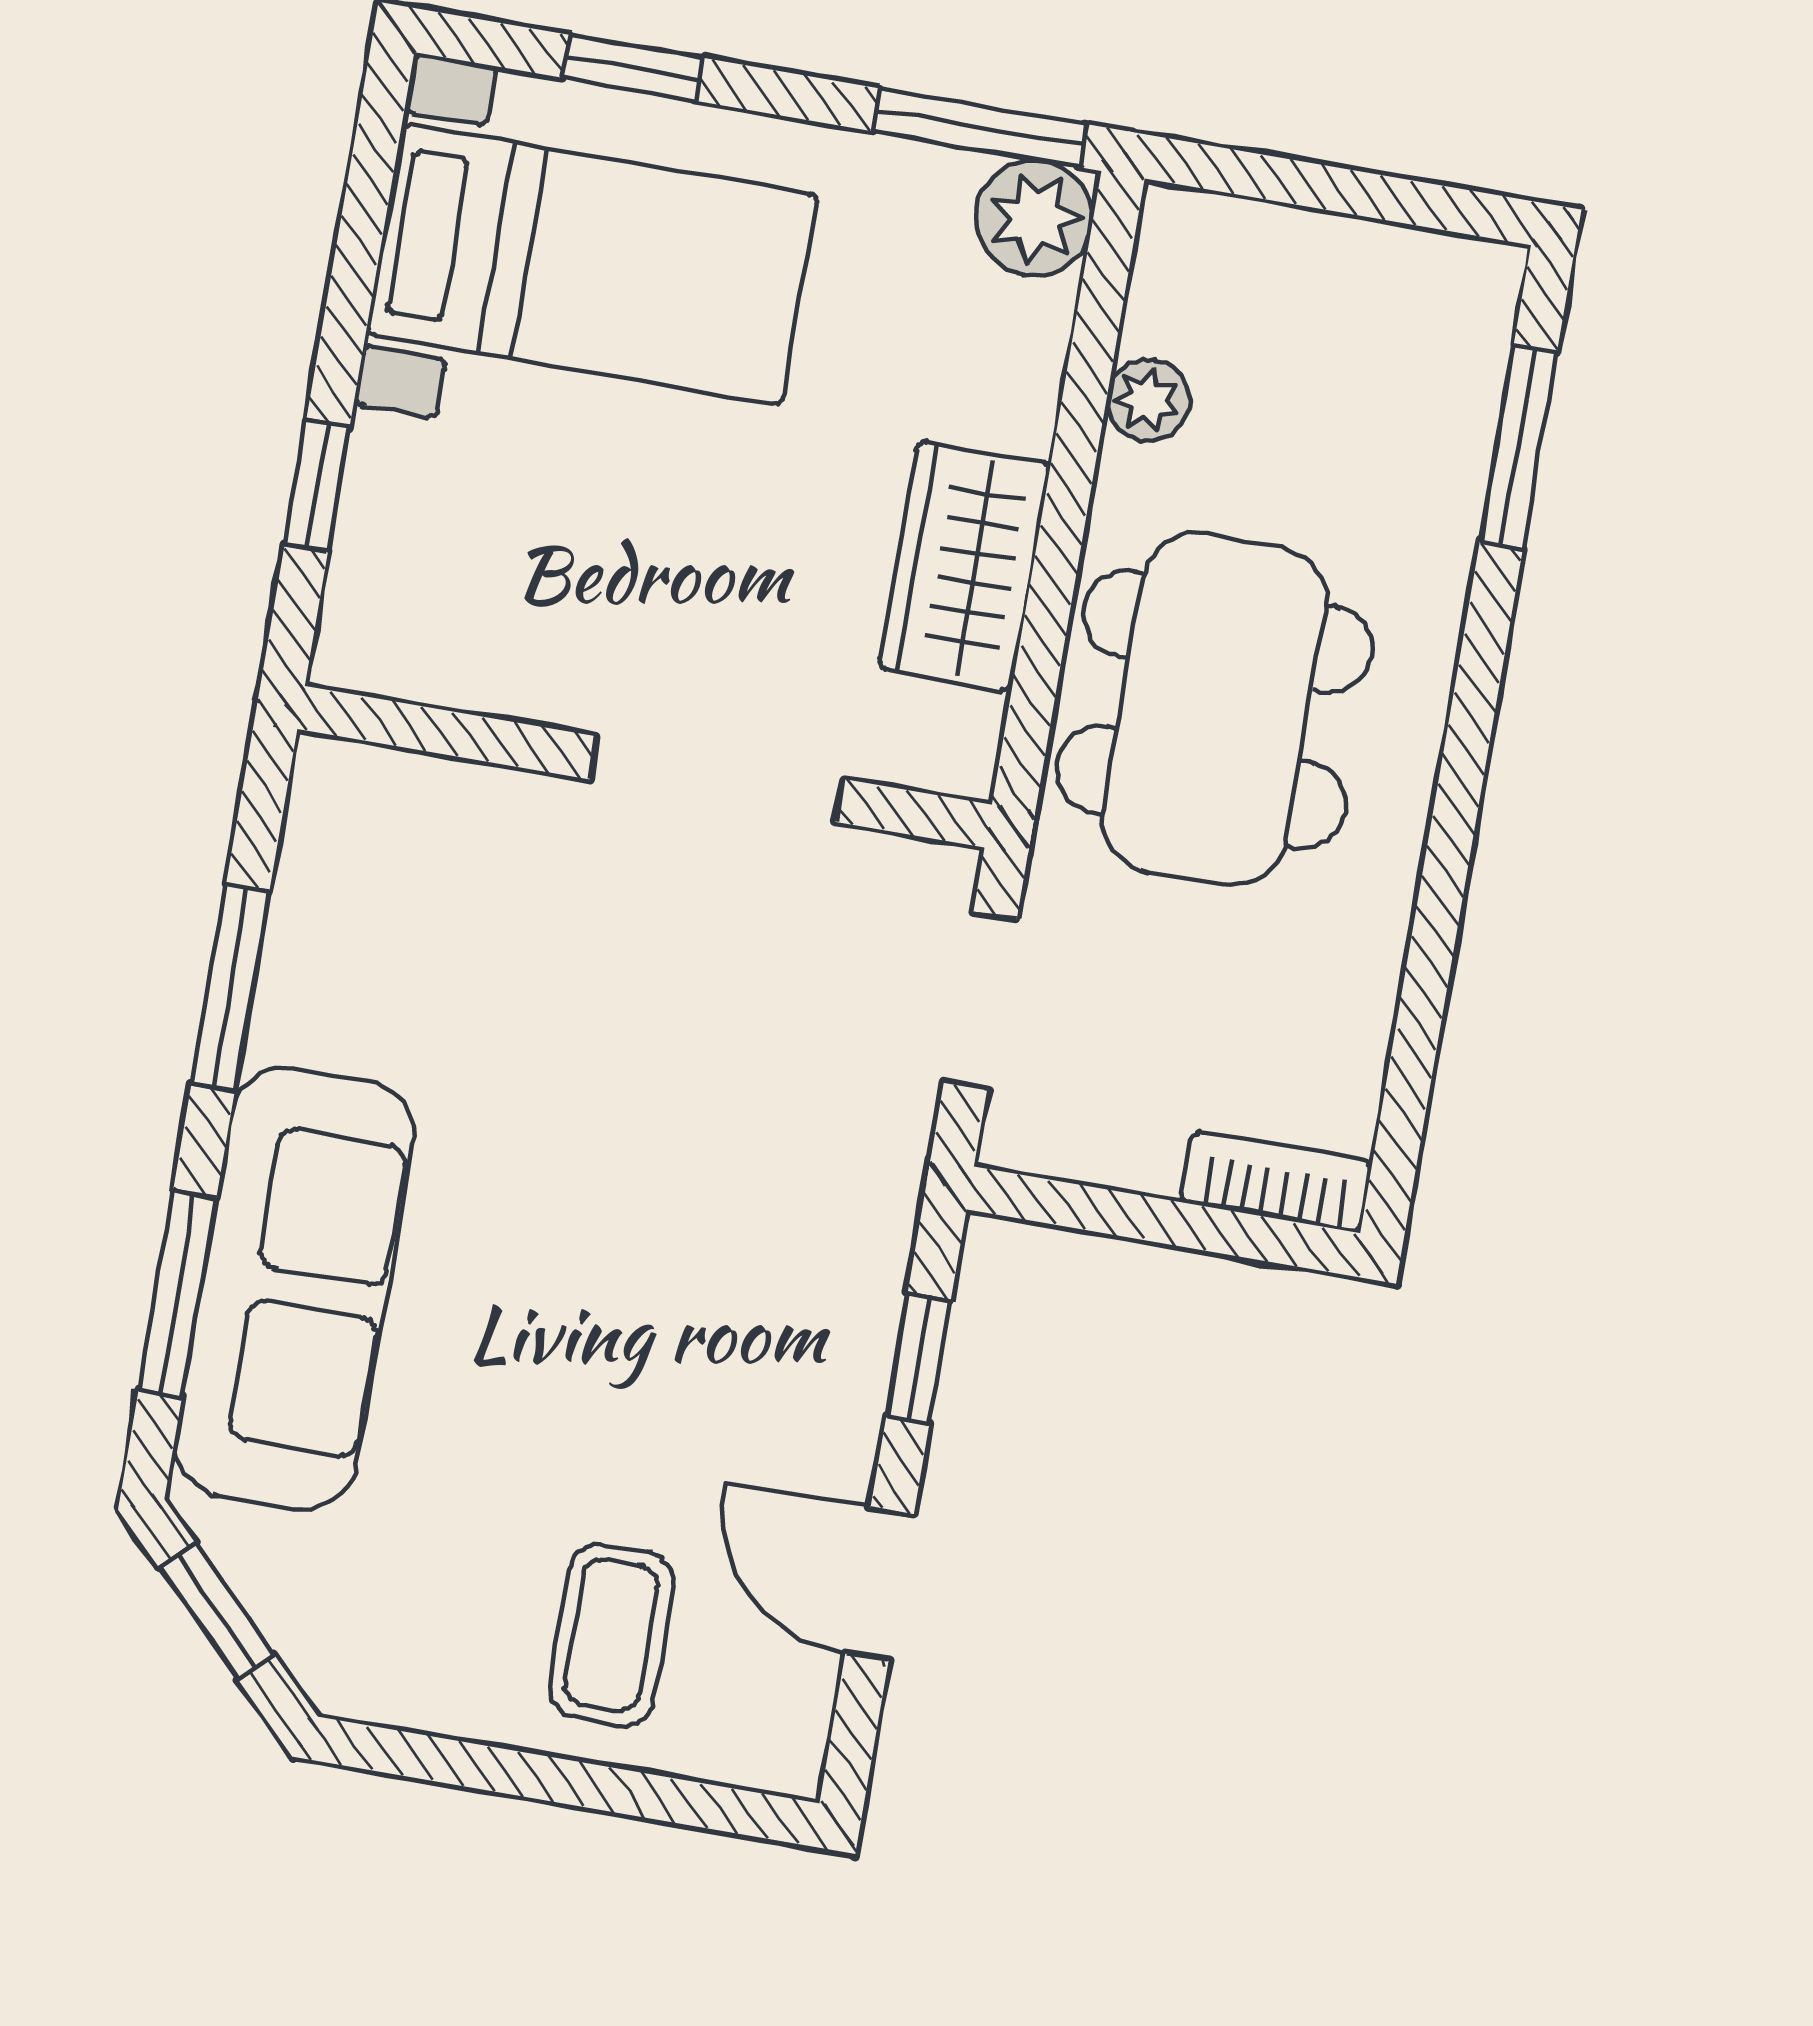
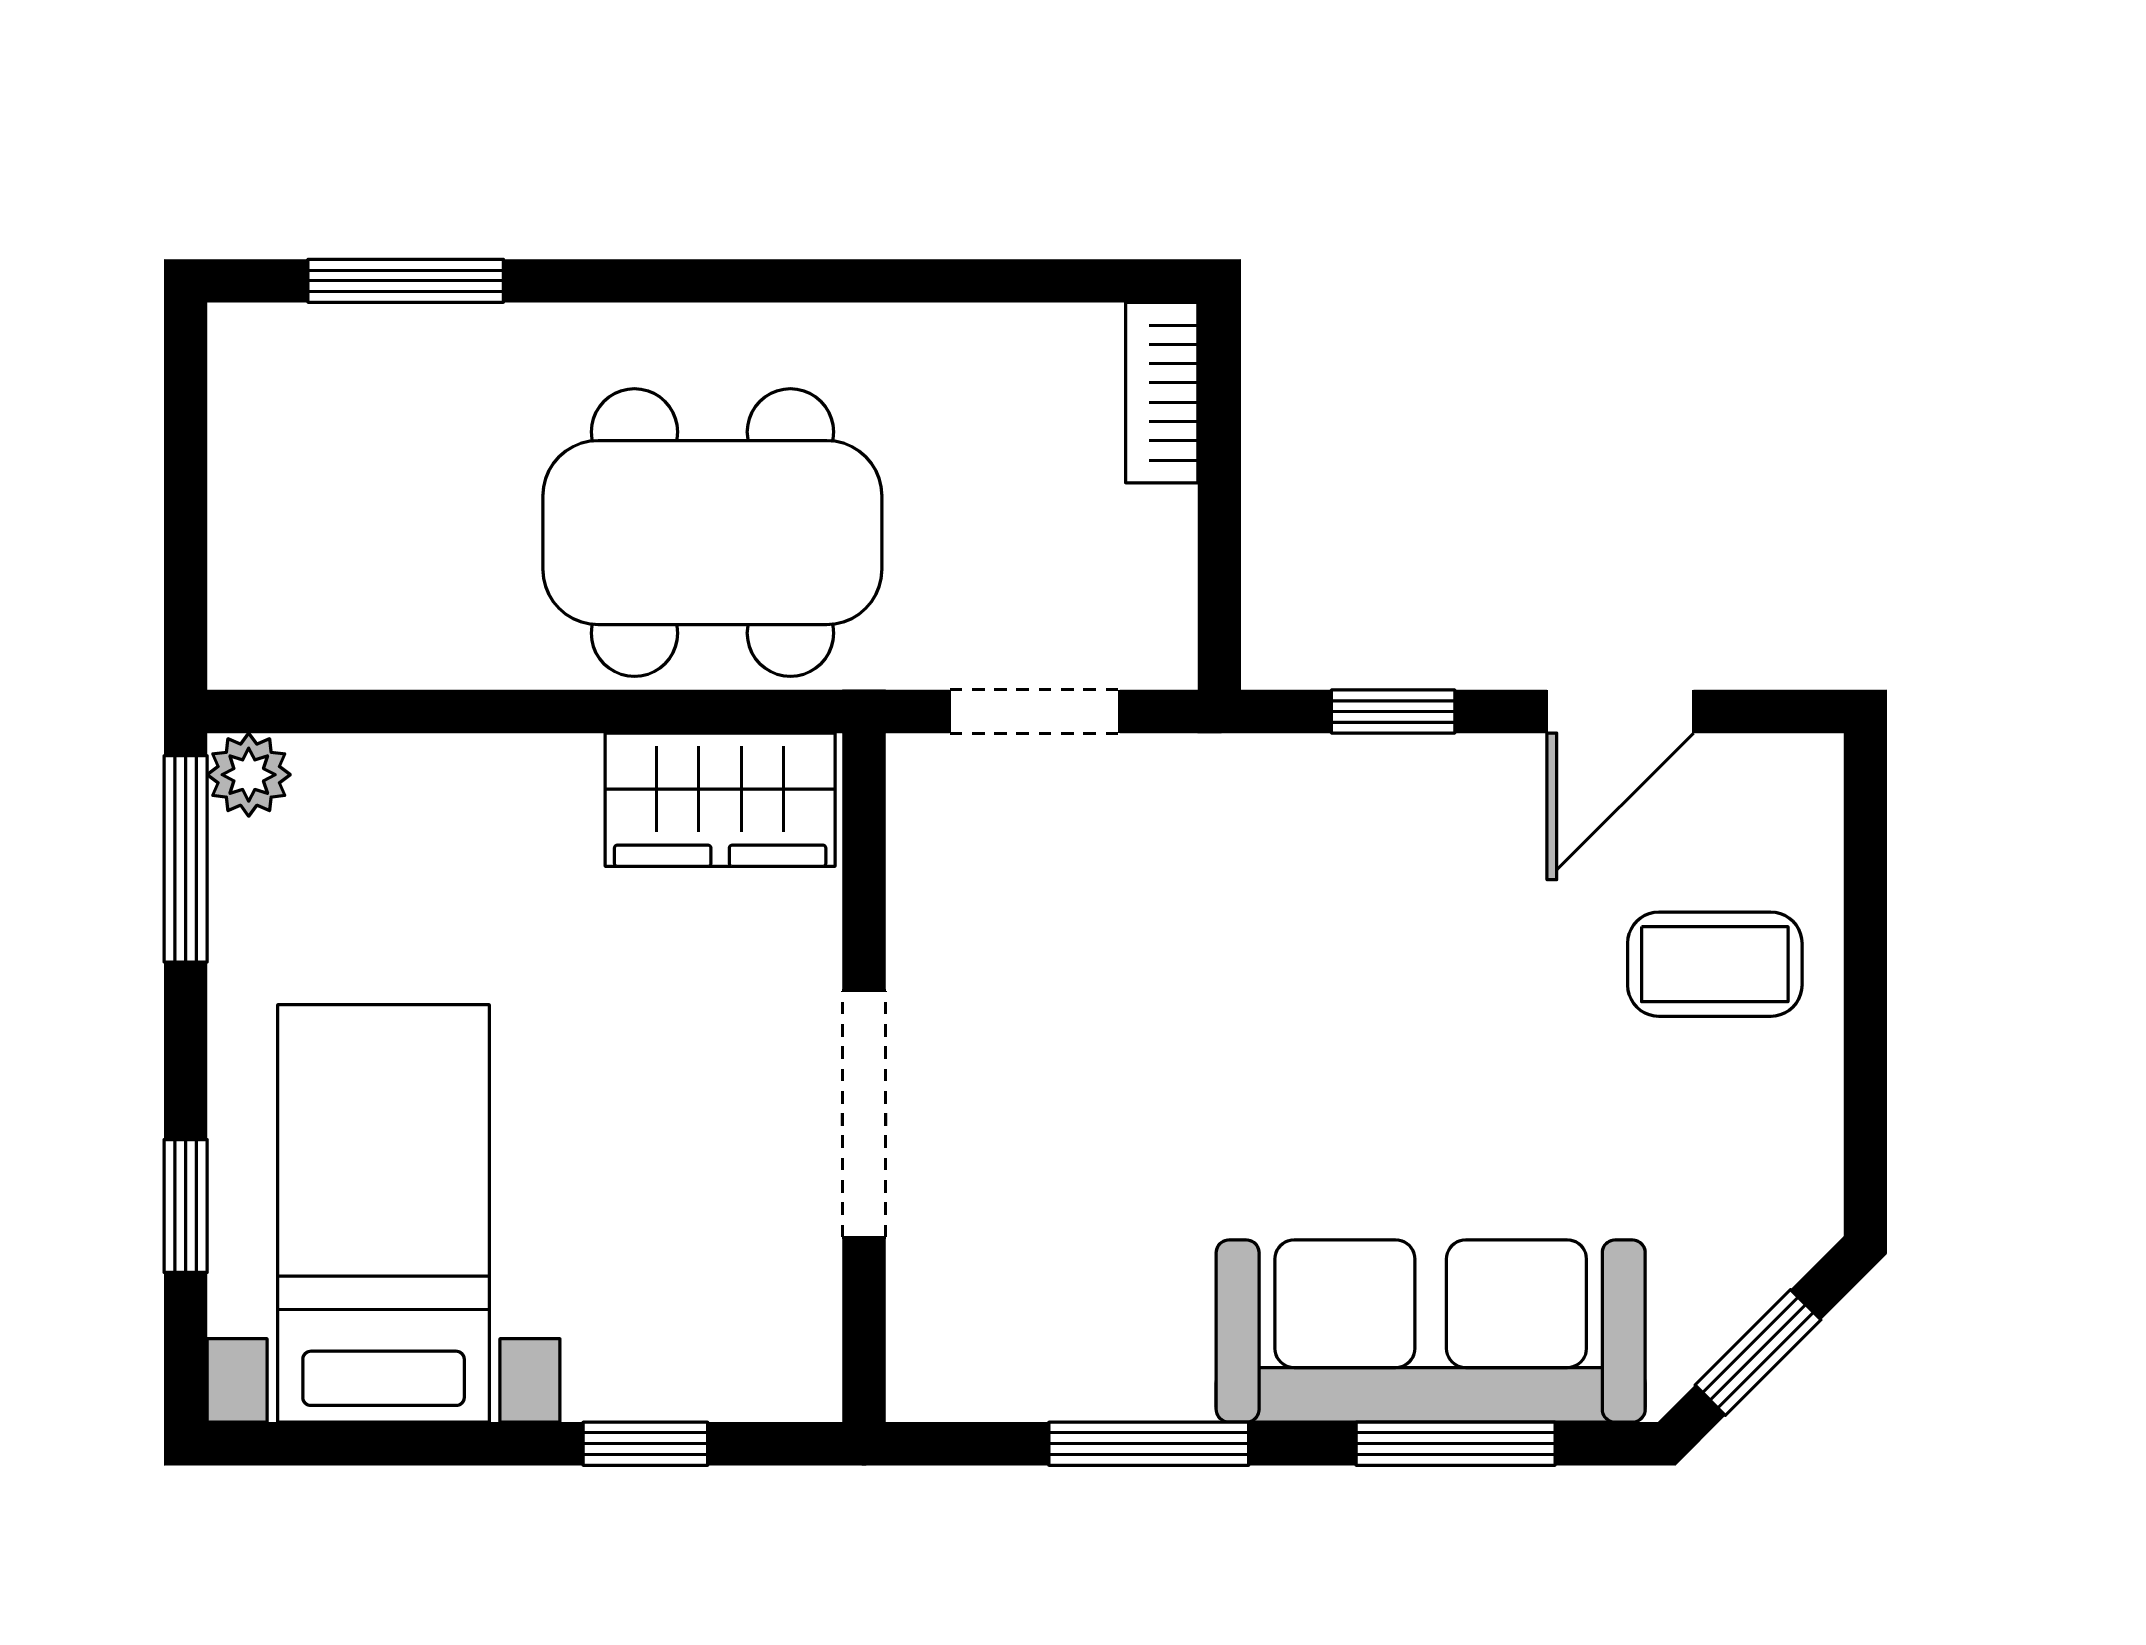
plant: (1035, 218) -> (249, 775), width x0.73, depth x0.73
plant: (1148, 400) -> (422, 650), removed
wardrobe: (965, 566) -> (720, 800), moved
doorway: (716, 779) -> (864, 1114), moved

